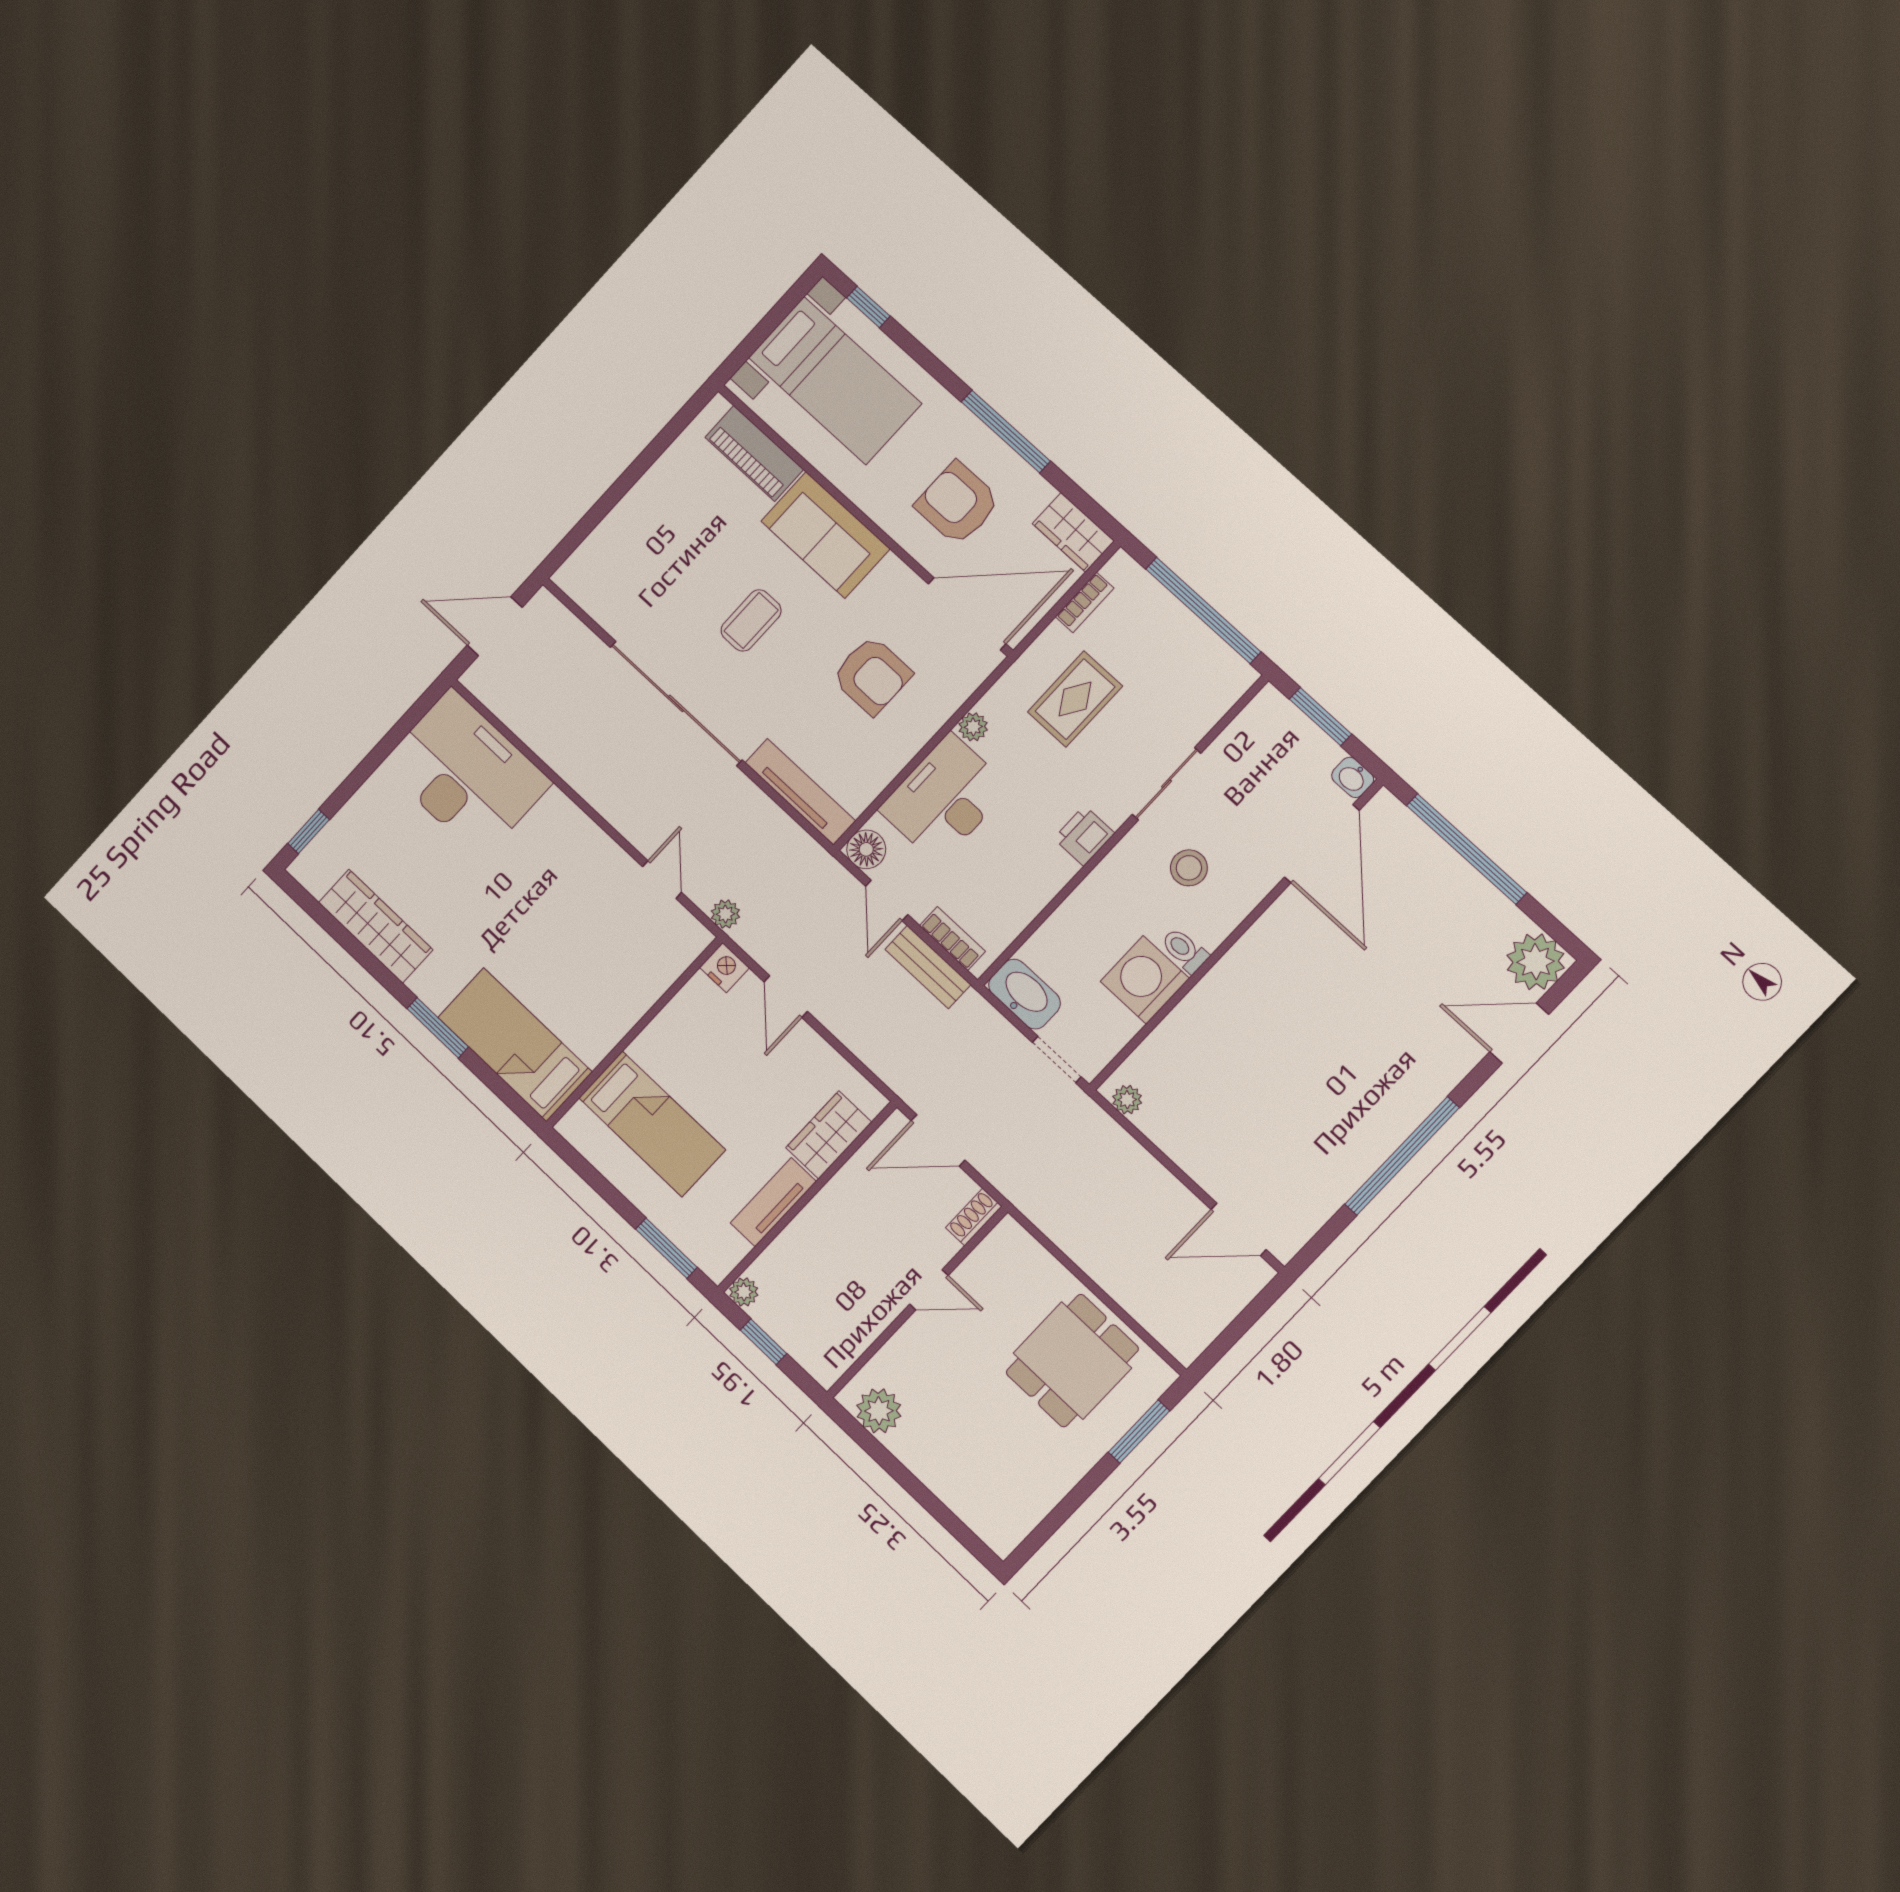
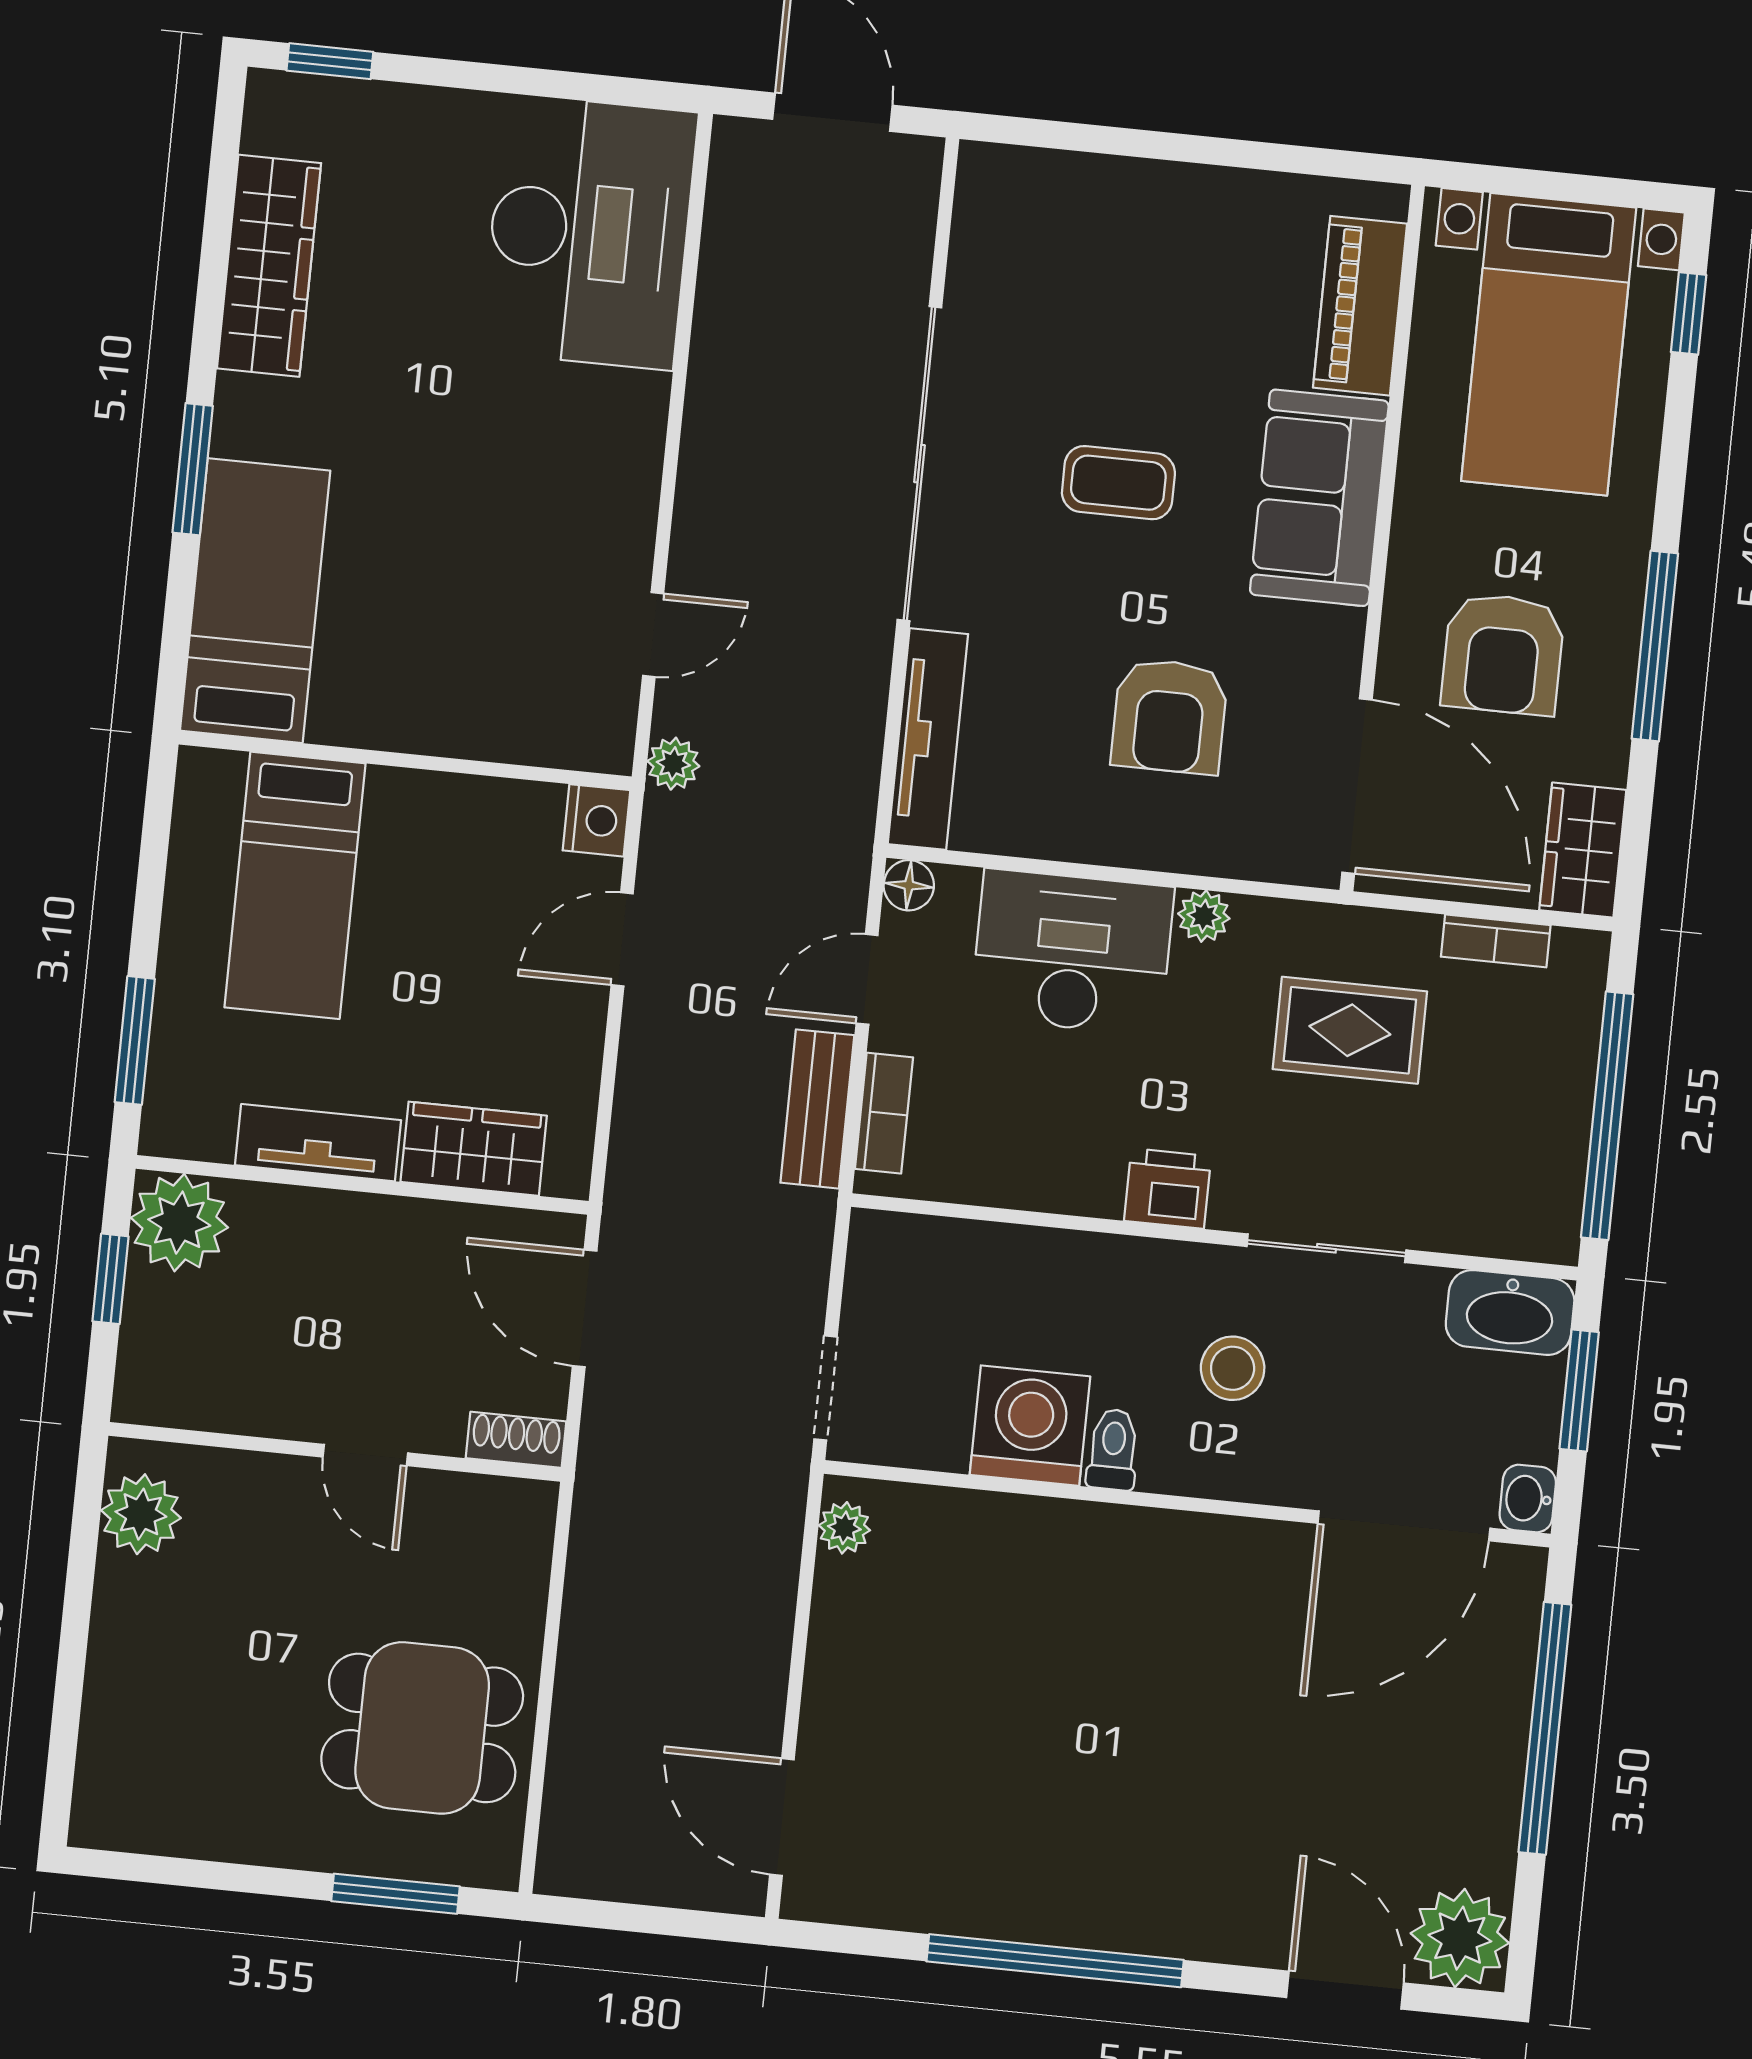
armchair: (957, 503) -> (1503, 654), turned 180
floor lamp: (866, 849) -> (909, 885), width x0.73, depth x0.73
washbasin: (1024, 994) -> (1510, 1312), moved, turned 90
plant: (744, 1292) -> (179, 1223), width x1.88, depth x1.88

